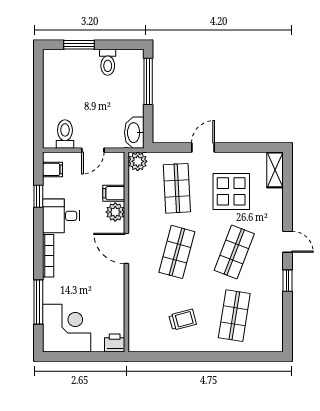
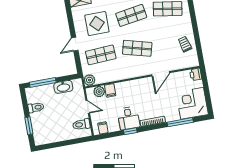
washbasin: (134, 133) -> (63, 87), moved
door: (203, 147) -> (75, 44), hinge flipped
window: (38, 196) -> (130, 131), moved
plant: (115, 212) -> (99, 92), moved
door: (126, 248) -> (161, 74), moved
shop shelf: (234, 252) -> (131, 15), turned -30
trolley: (183, 320) -> (185, 44), moved

